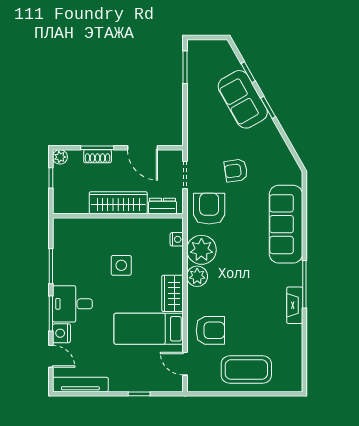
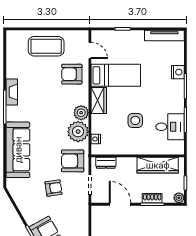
wardrobe: (118, 203) -> (158, 165), moved
armchair: (209, 209) -> (73, 161), turned 90
desk: (72, 304) -> (170, 127), moved
door: (51, 356) -> (185, 56), removed

